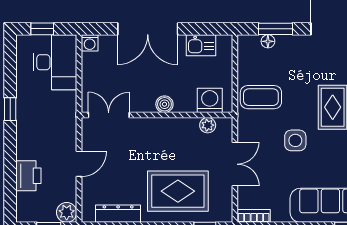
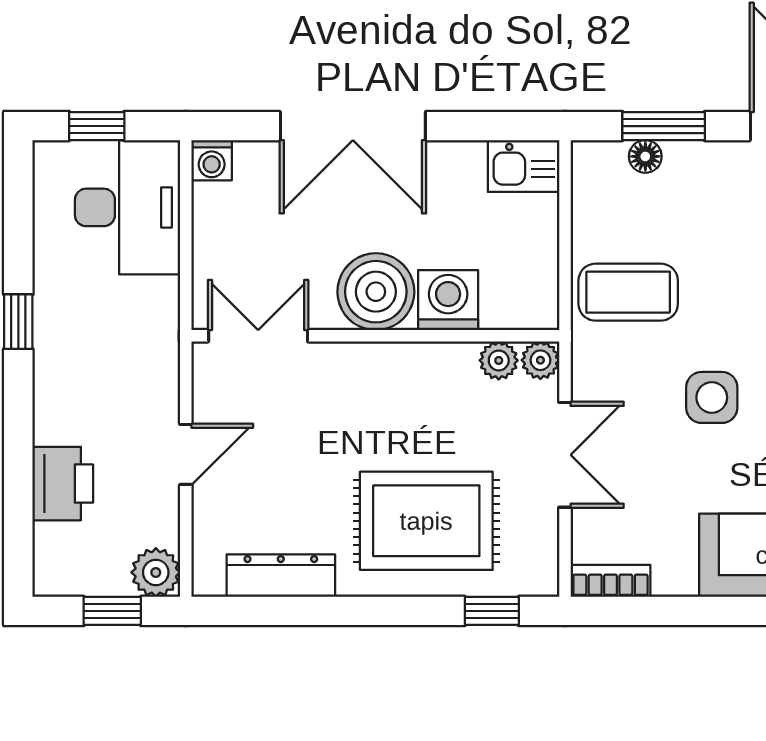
kitchen sink: (201, 45) -> (524, 166), moved
washing machine: (210, 100) -> (448, 300), moved
boiler: (164, 104) -> (376, 292), width x1.86, depth x1.86
plant: (225, 125) -> (540, 360), added

